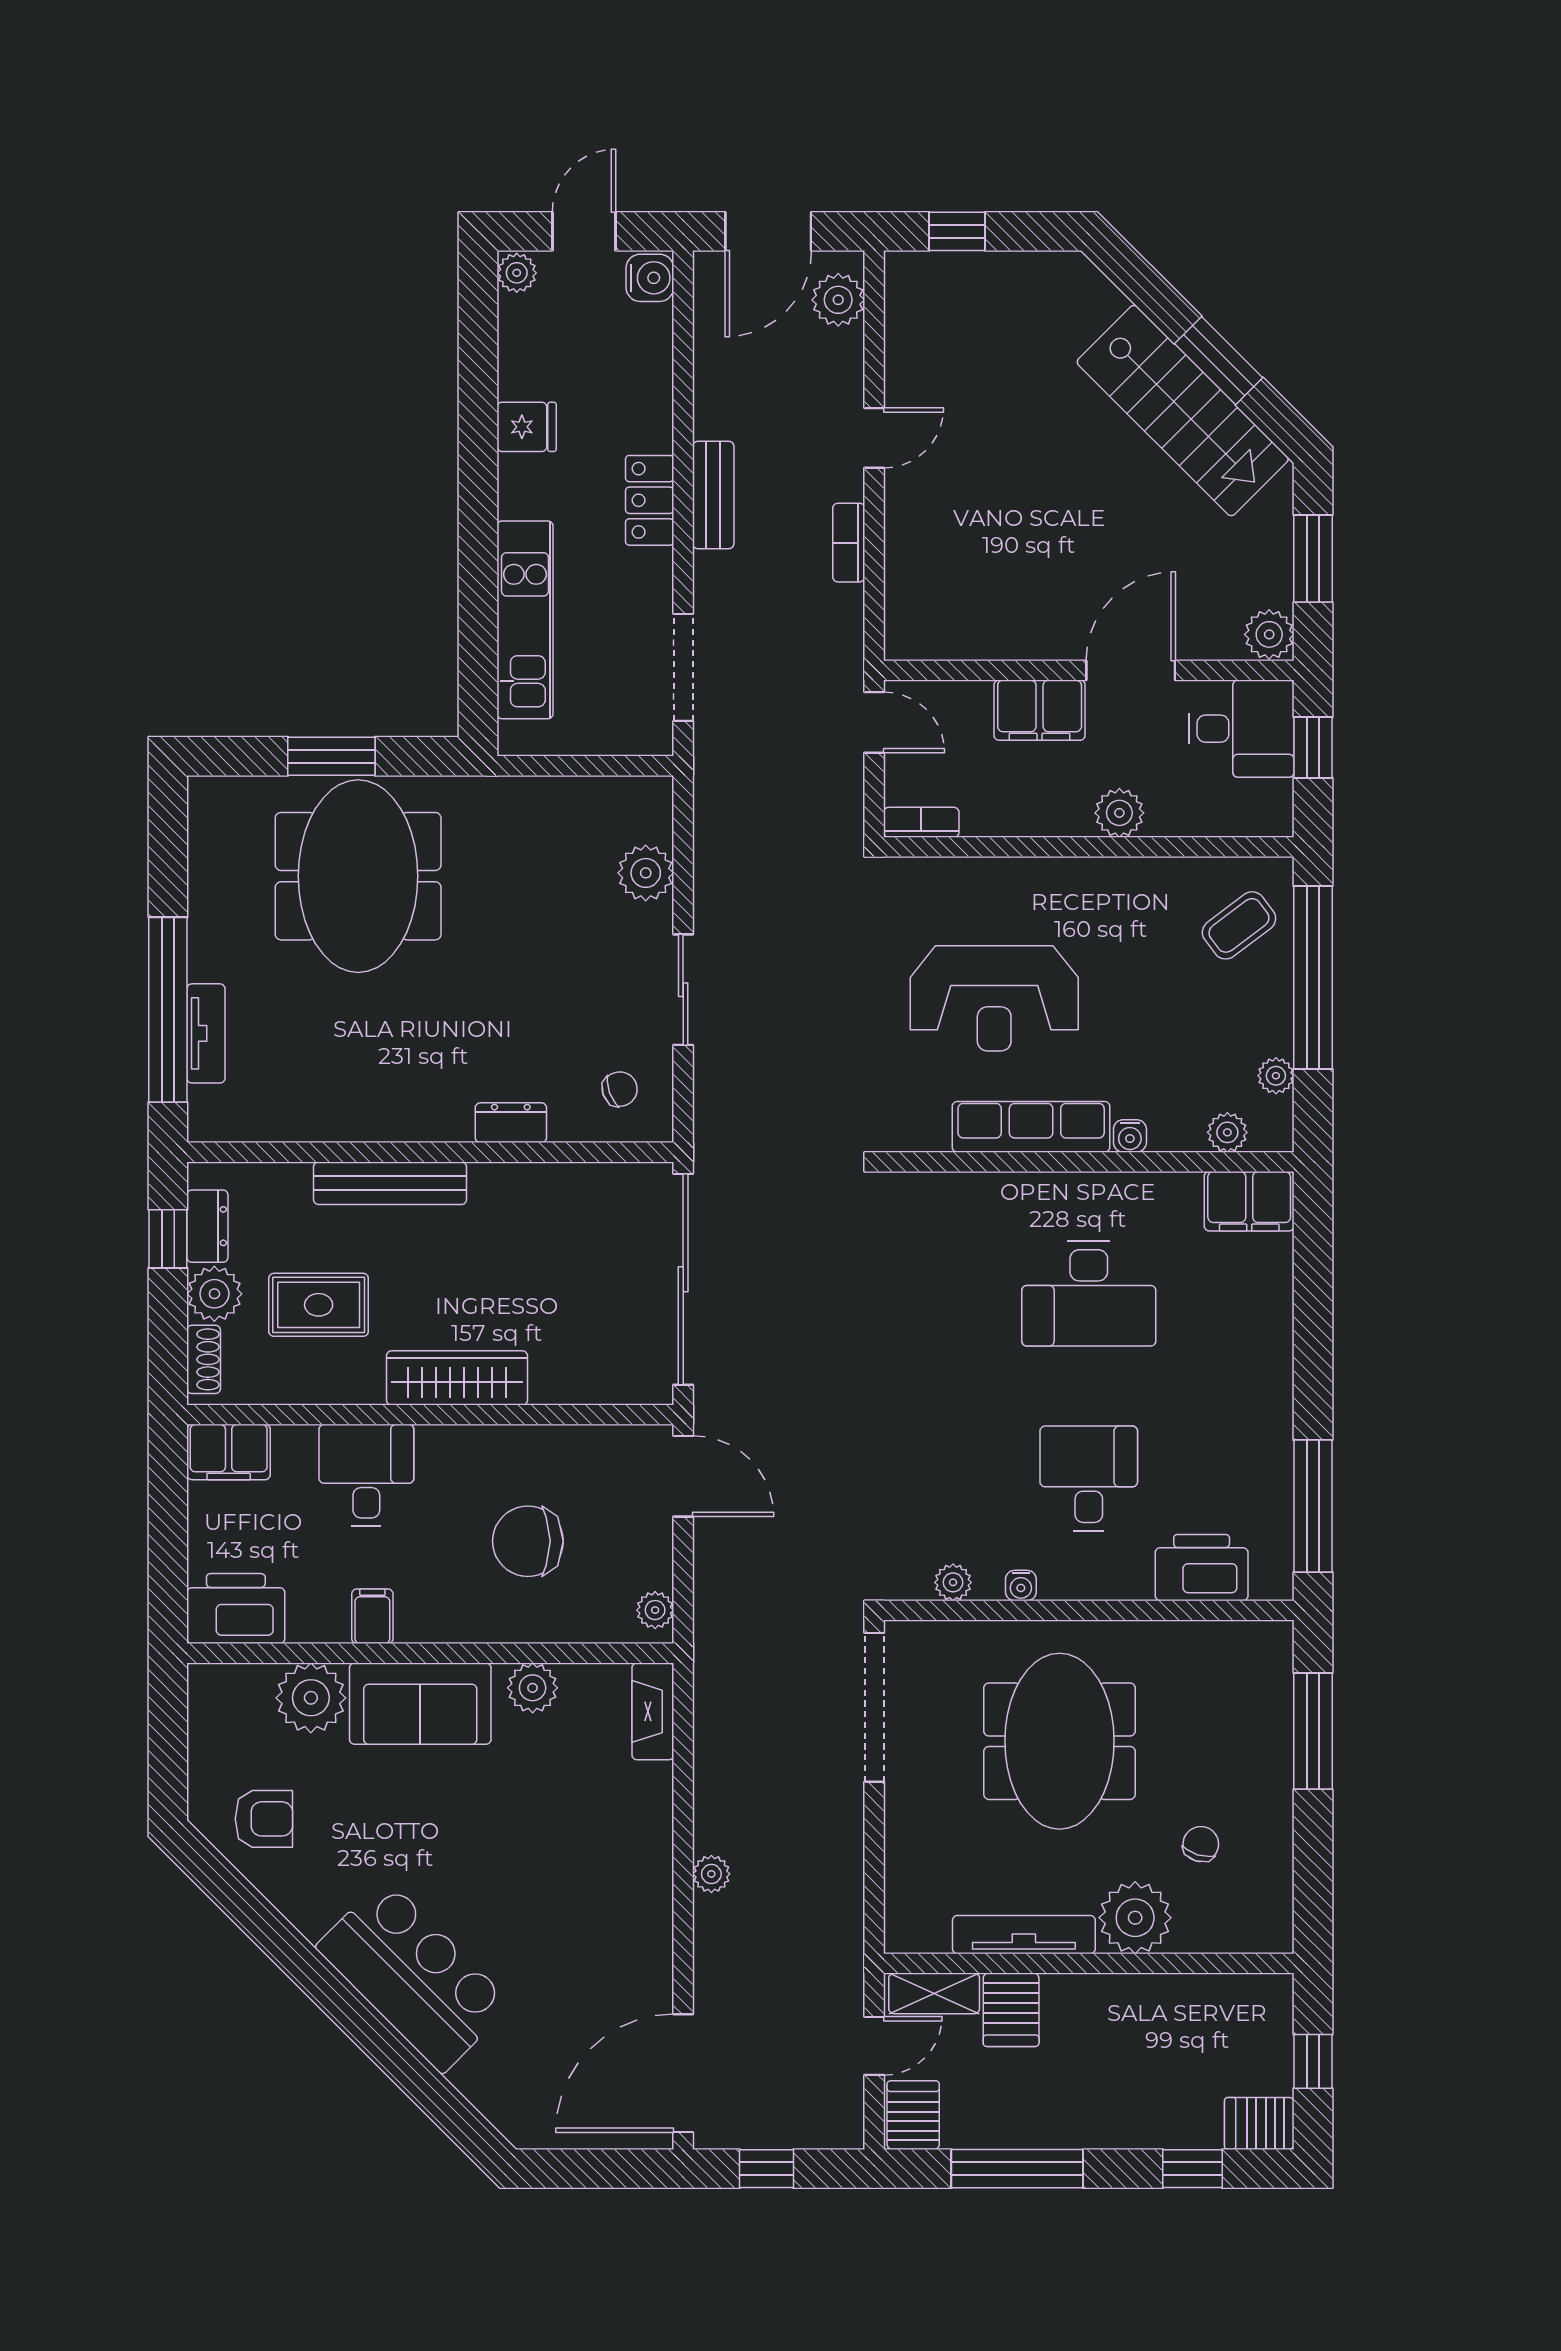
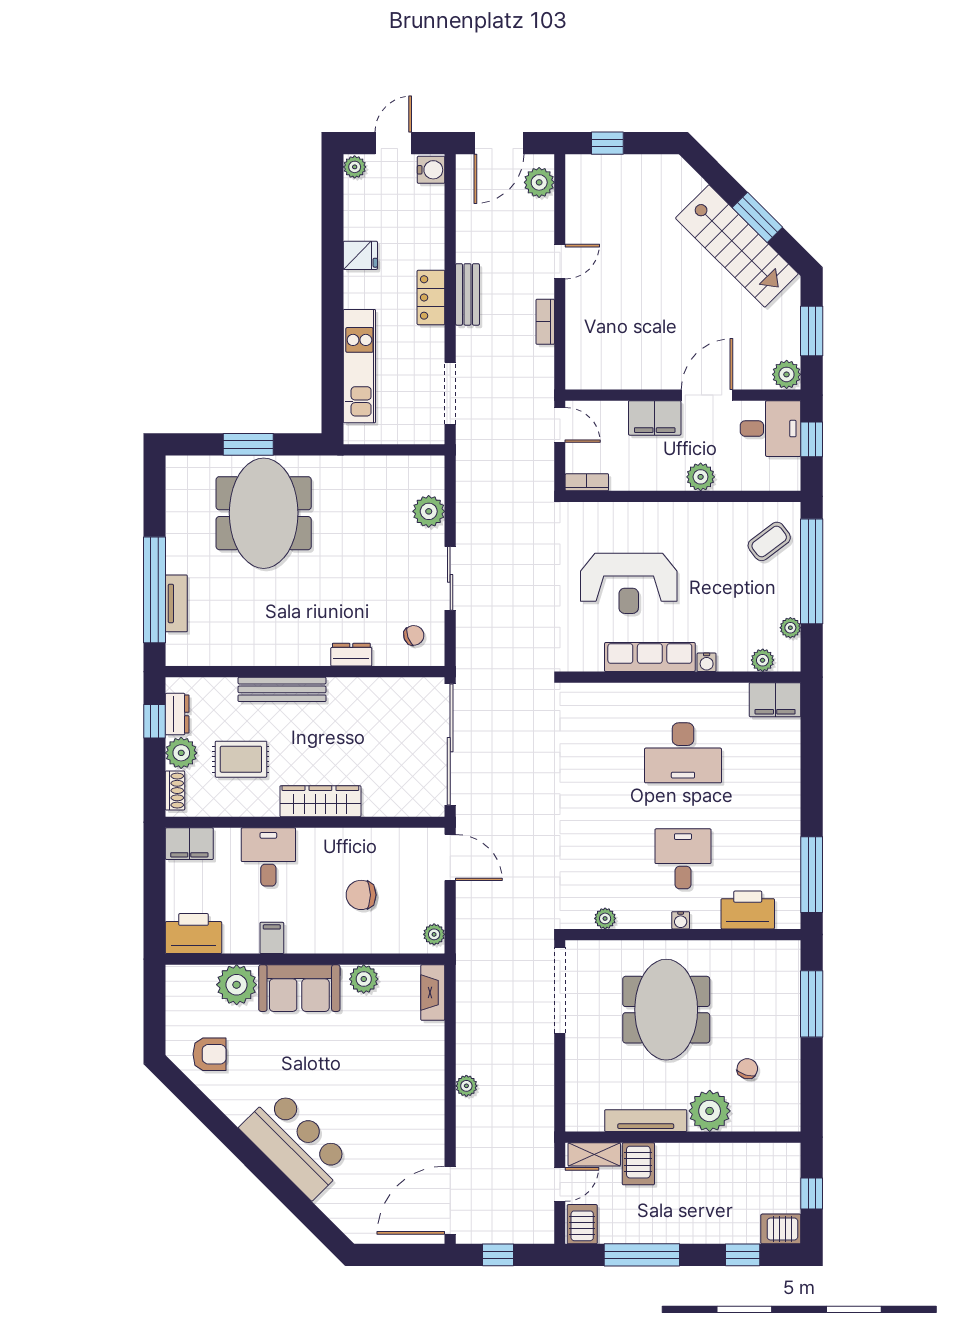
chair: (528, 1541) -> (361, 895), width x0.73, depth x0.73
water cooler: (1021, 1585) -> (681, 920), moved

